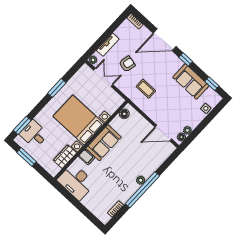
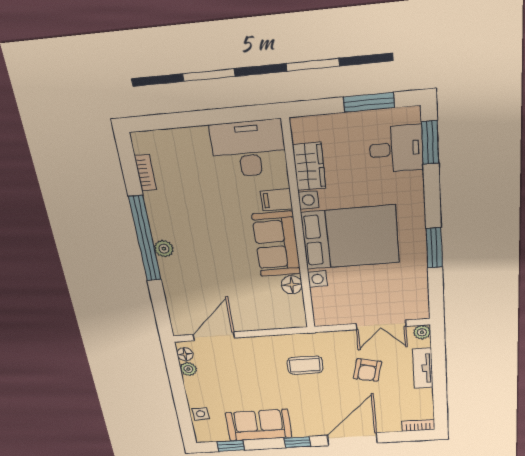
floor lamp: (124, 114) -> (292, 285), moved

